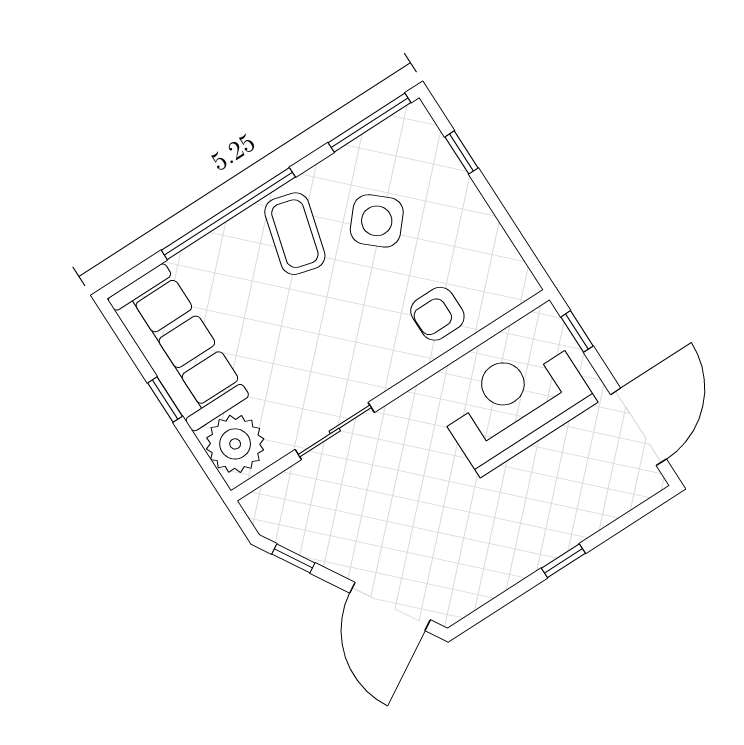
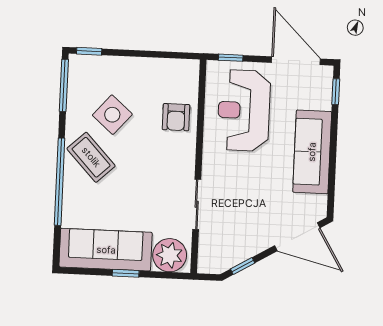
window: (462, 152) -> (89, 51), moved
coffee table: (295, 234) -> (91, 157), turned 32
sofa: (526, 542) -> (312, 152), added
window: (563, 561) -> (336, 92), moved

